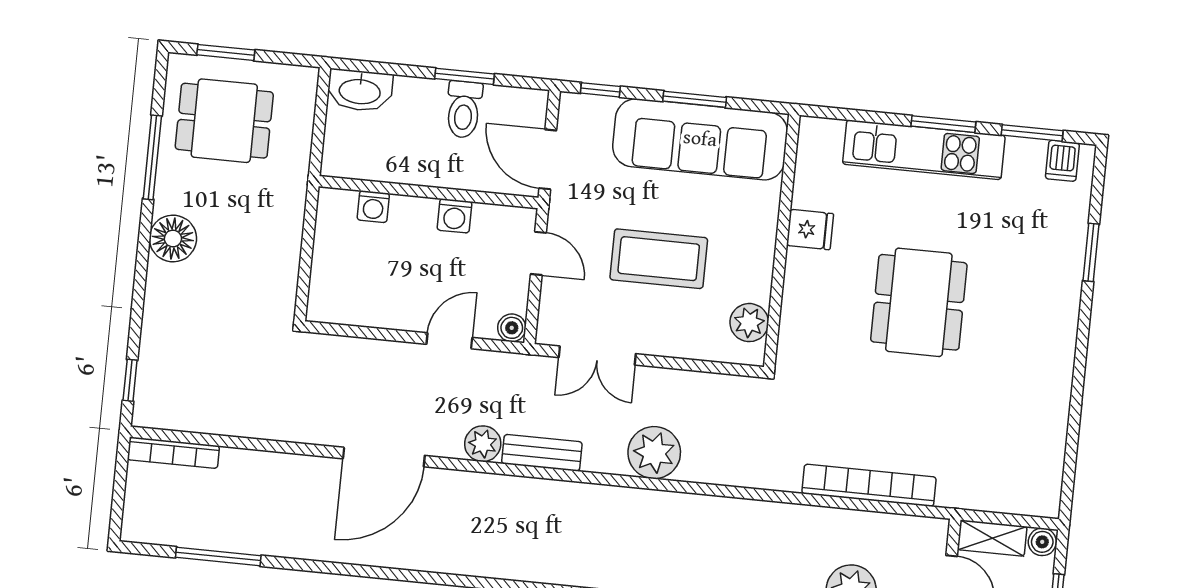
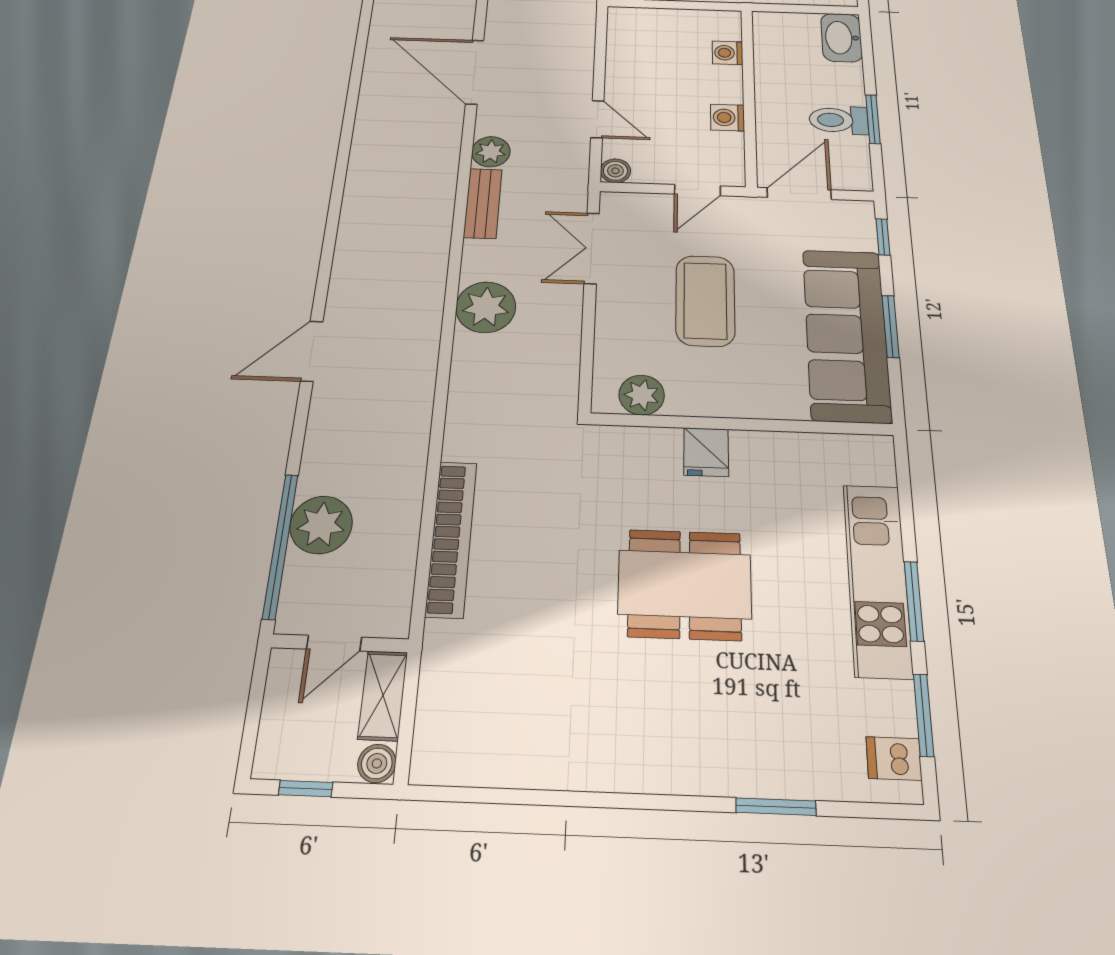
fridge: (810, 230) -> (706, 452), moved

